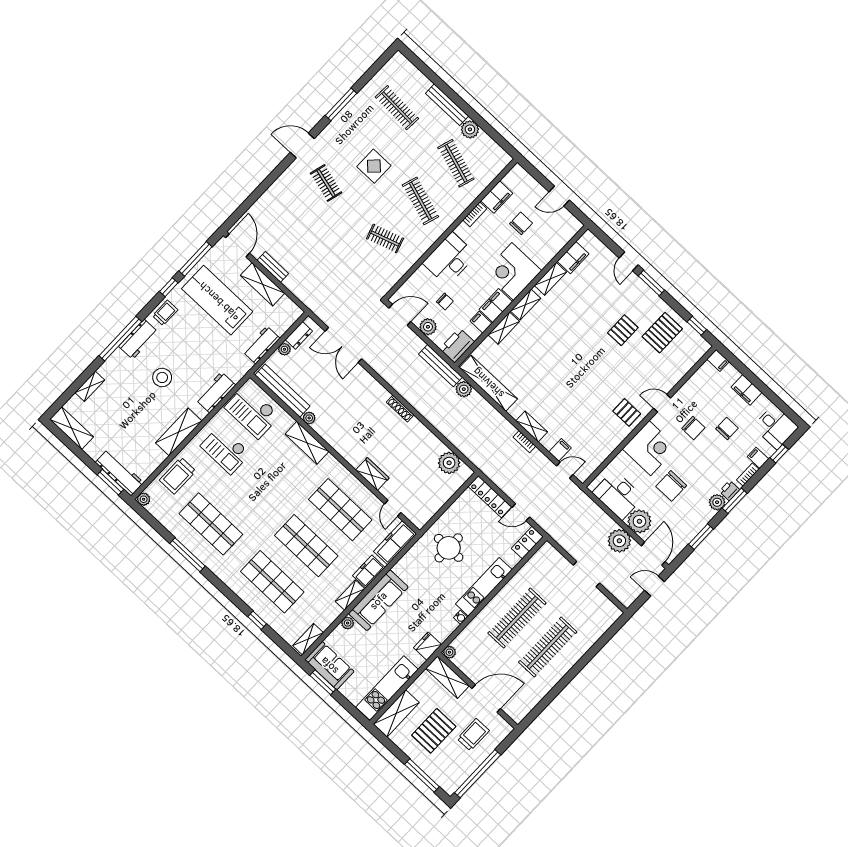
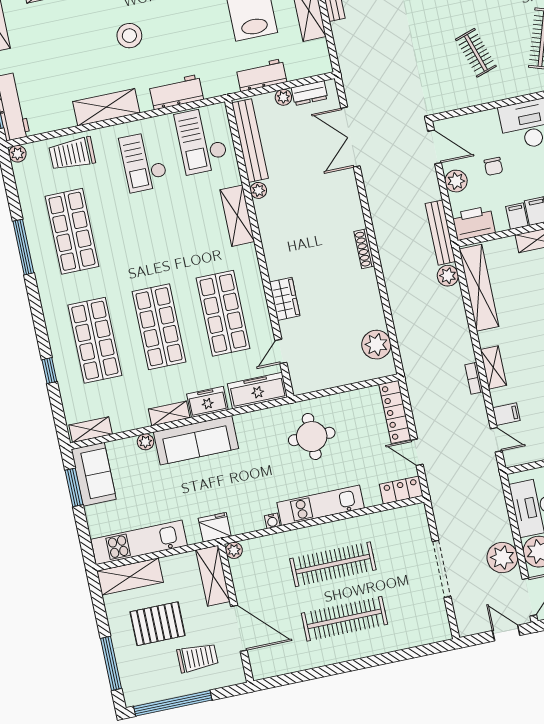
doorway: (586, 574) -> (441, 569), width x1.36

